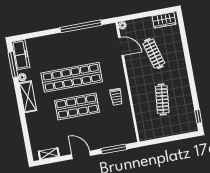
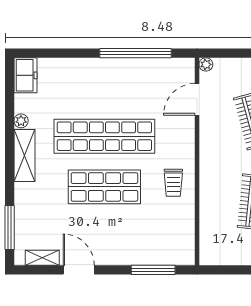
door: (121, 46) -> (197, 99), swing flipped
freezer: (21, 55) -> (25, 75), width x0.71
window: (13, 65) -> (10, 228), moved
door: (81, 155) -> (79, 270), moved

